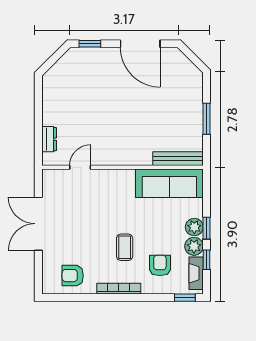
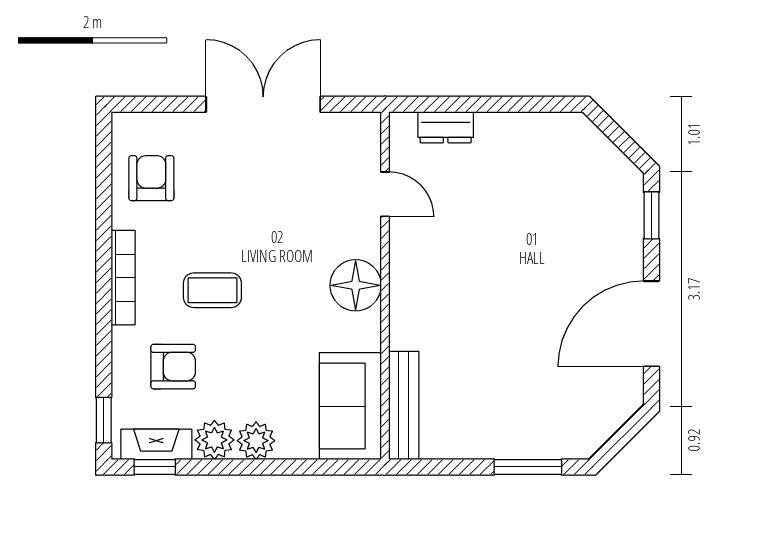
window: (207, 119) -> (528, 467), moved
floor lamp: (122, 181) -> (356, 285), added
sofa: (169, 183) -> (350, 406), width x0.73
window: (207, 228) -> (254, 467), removed
window: (207, 260) -> (155, 467), moved

